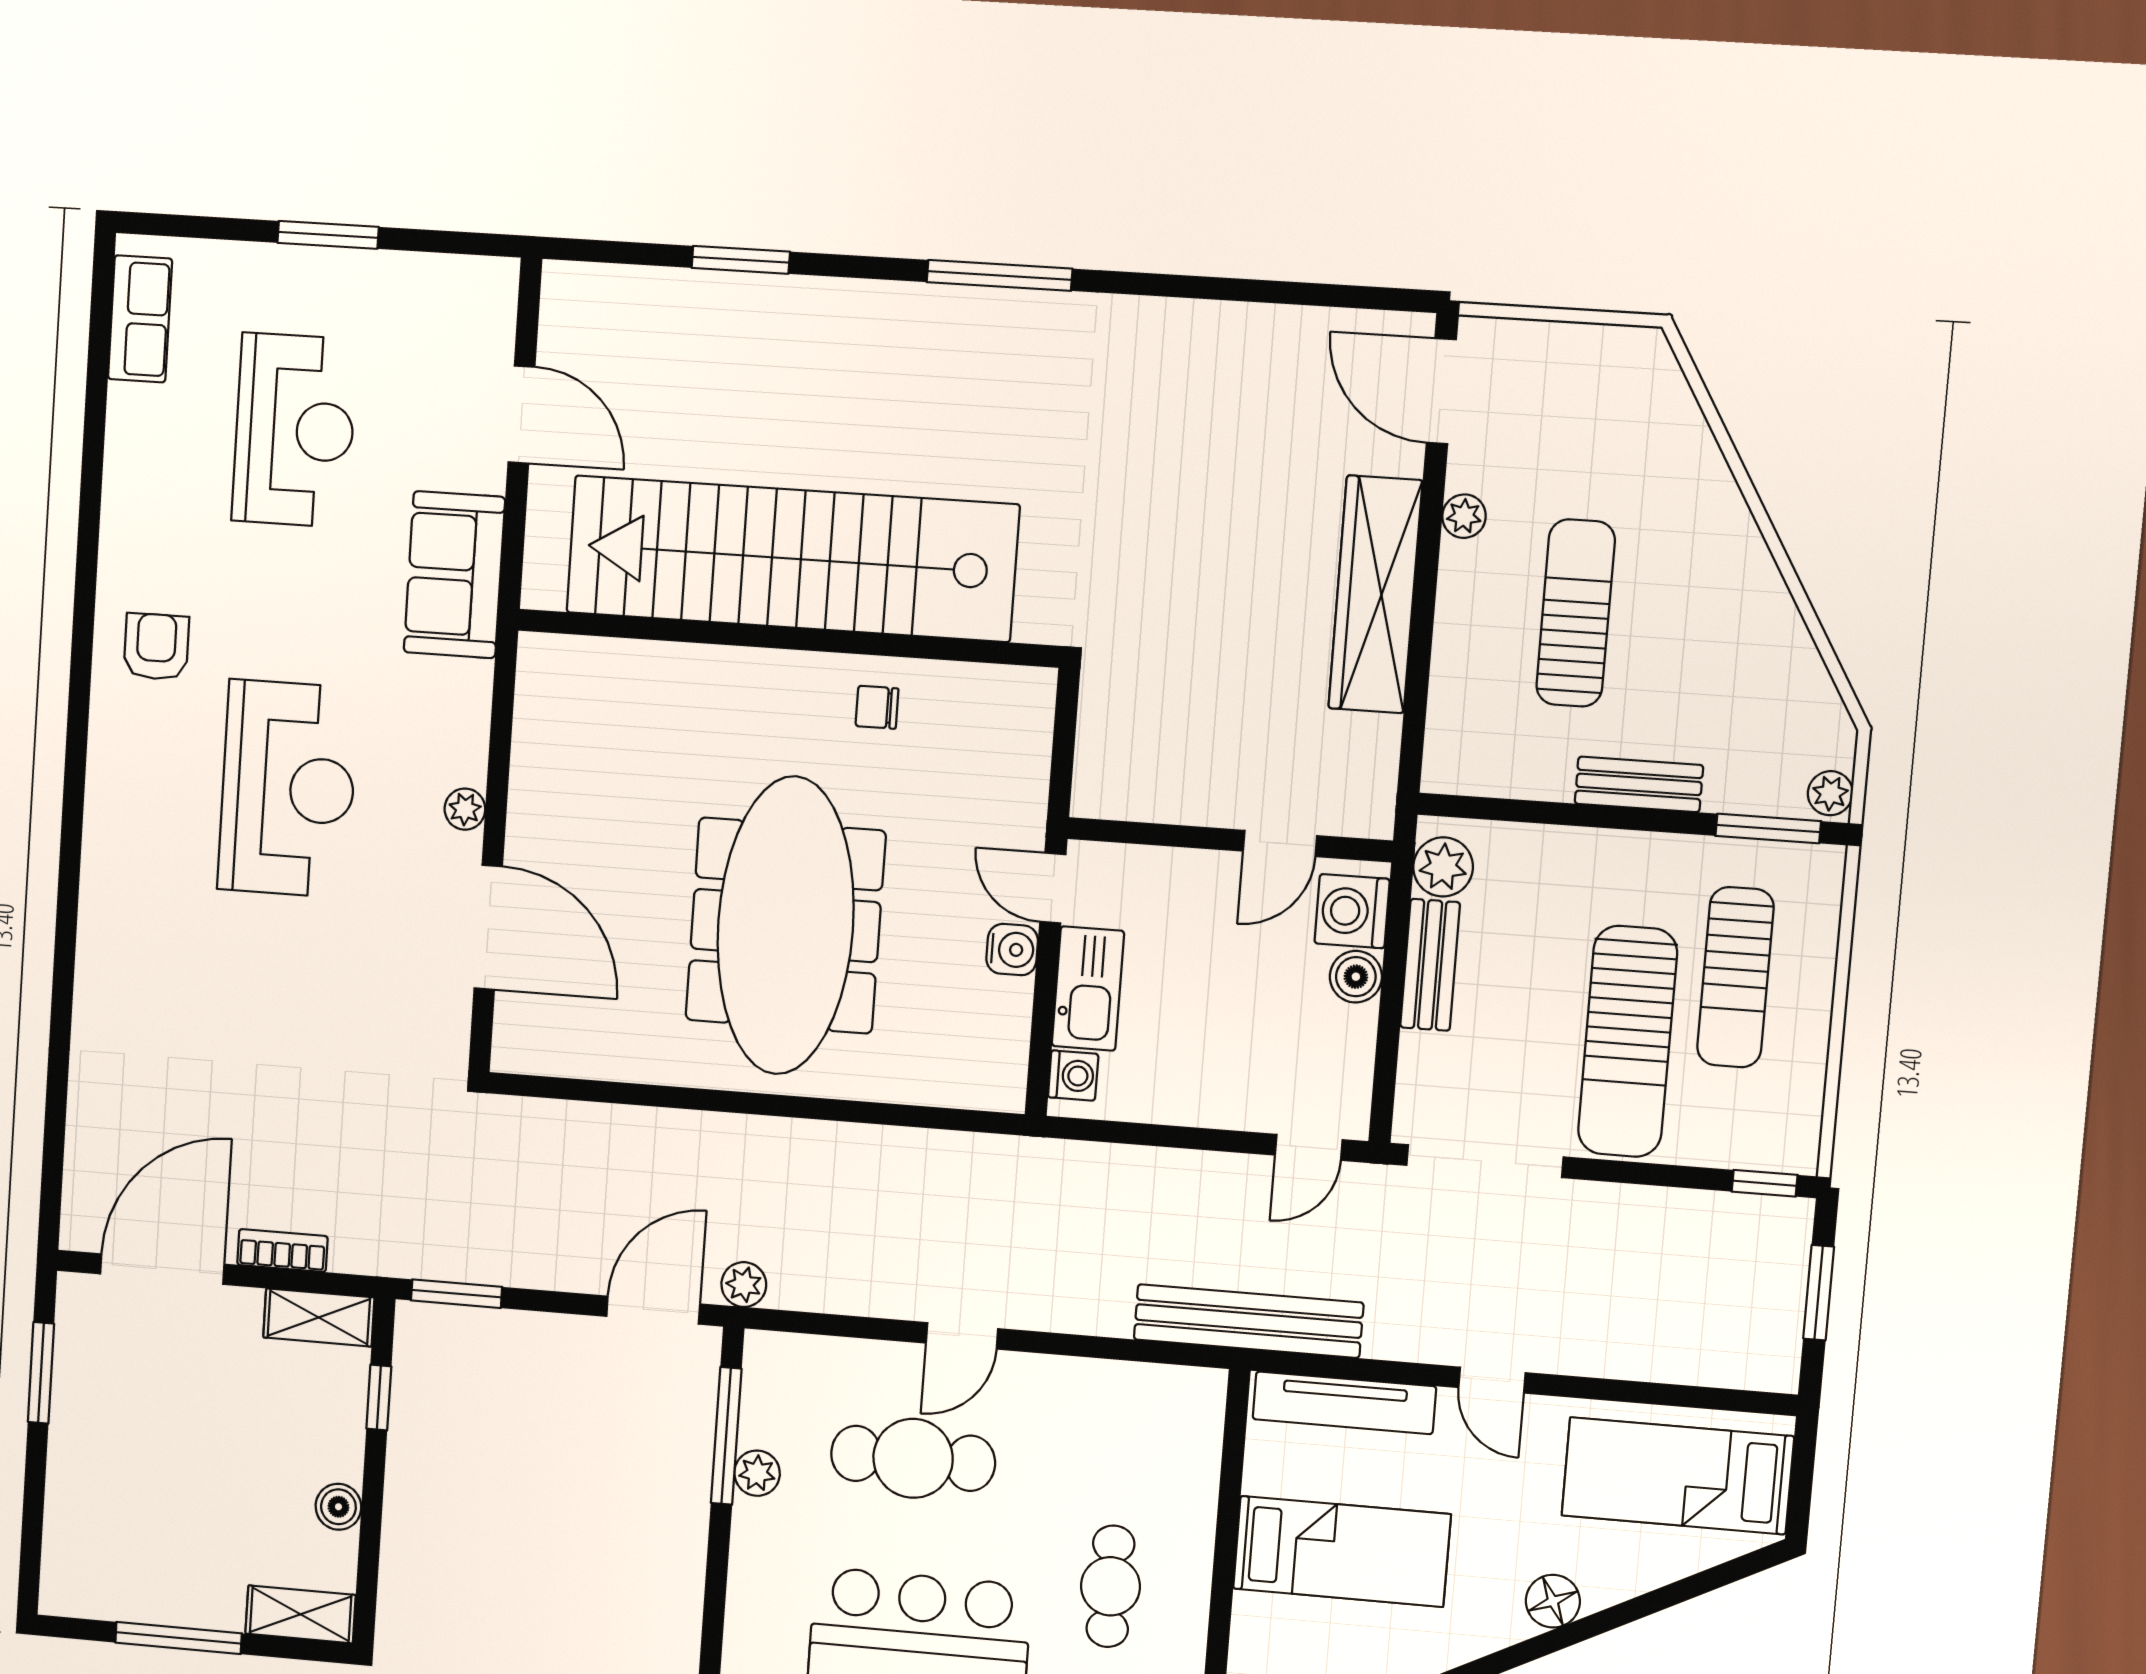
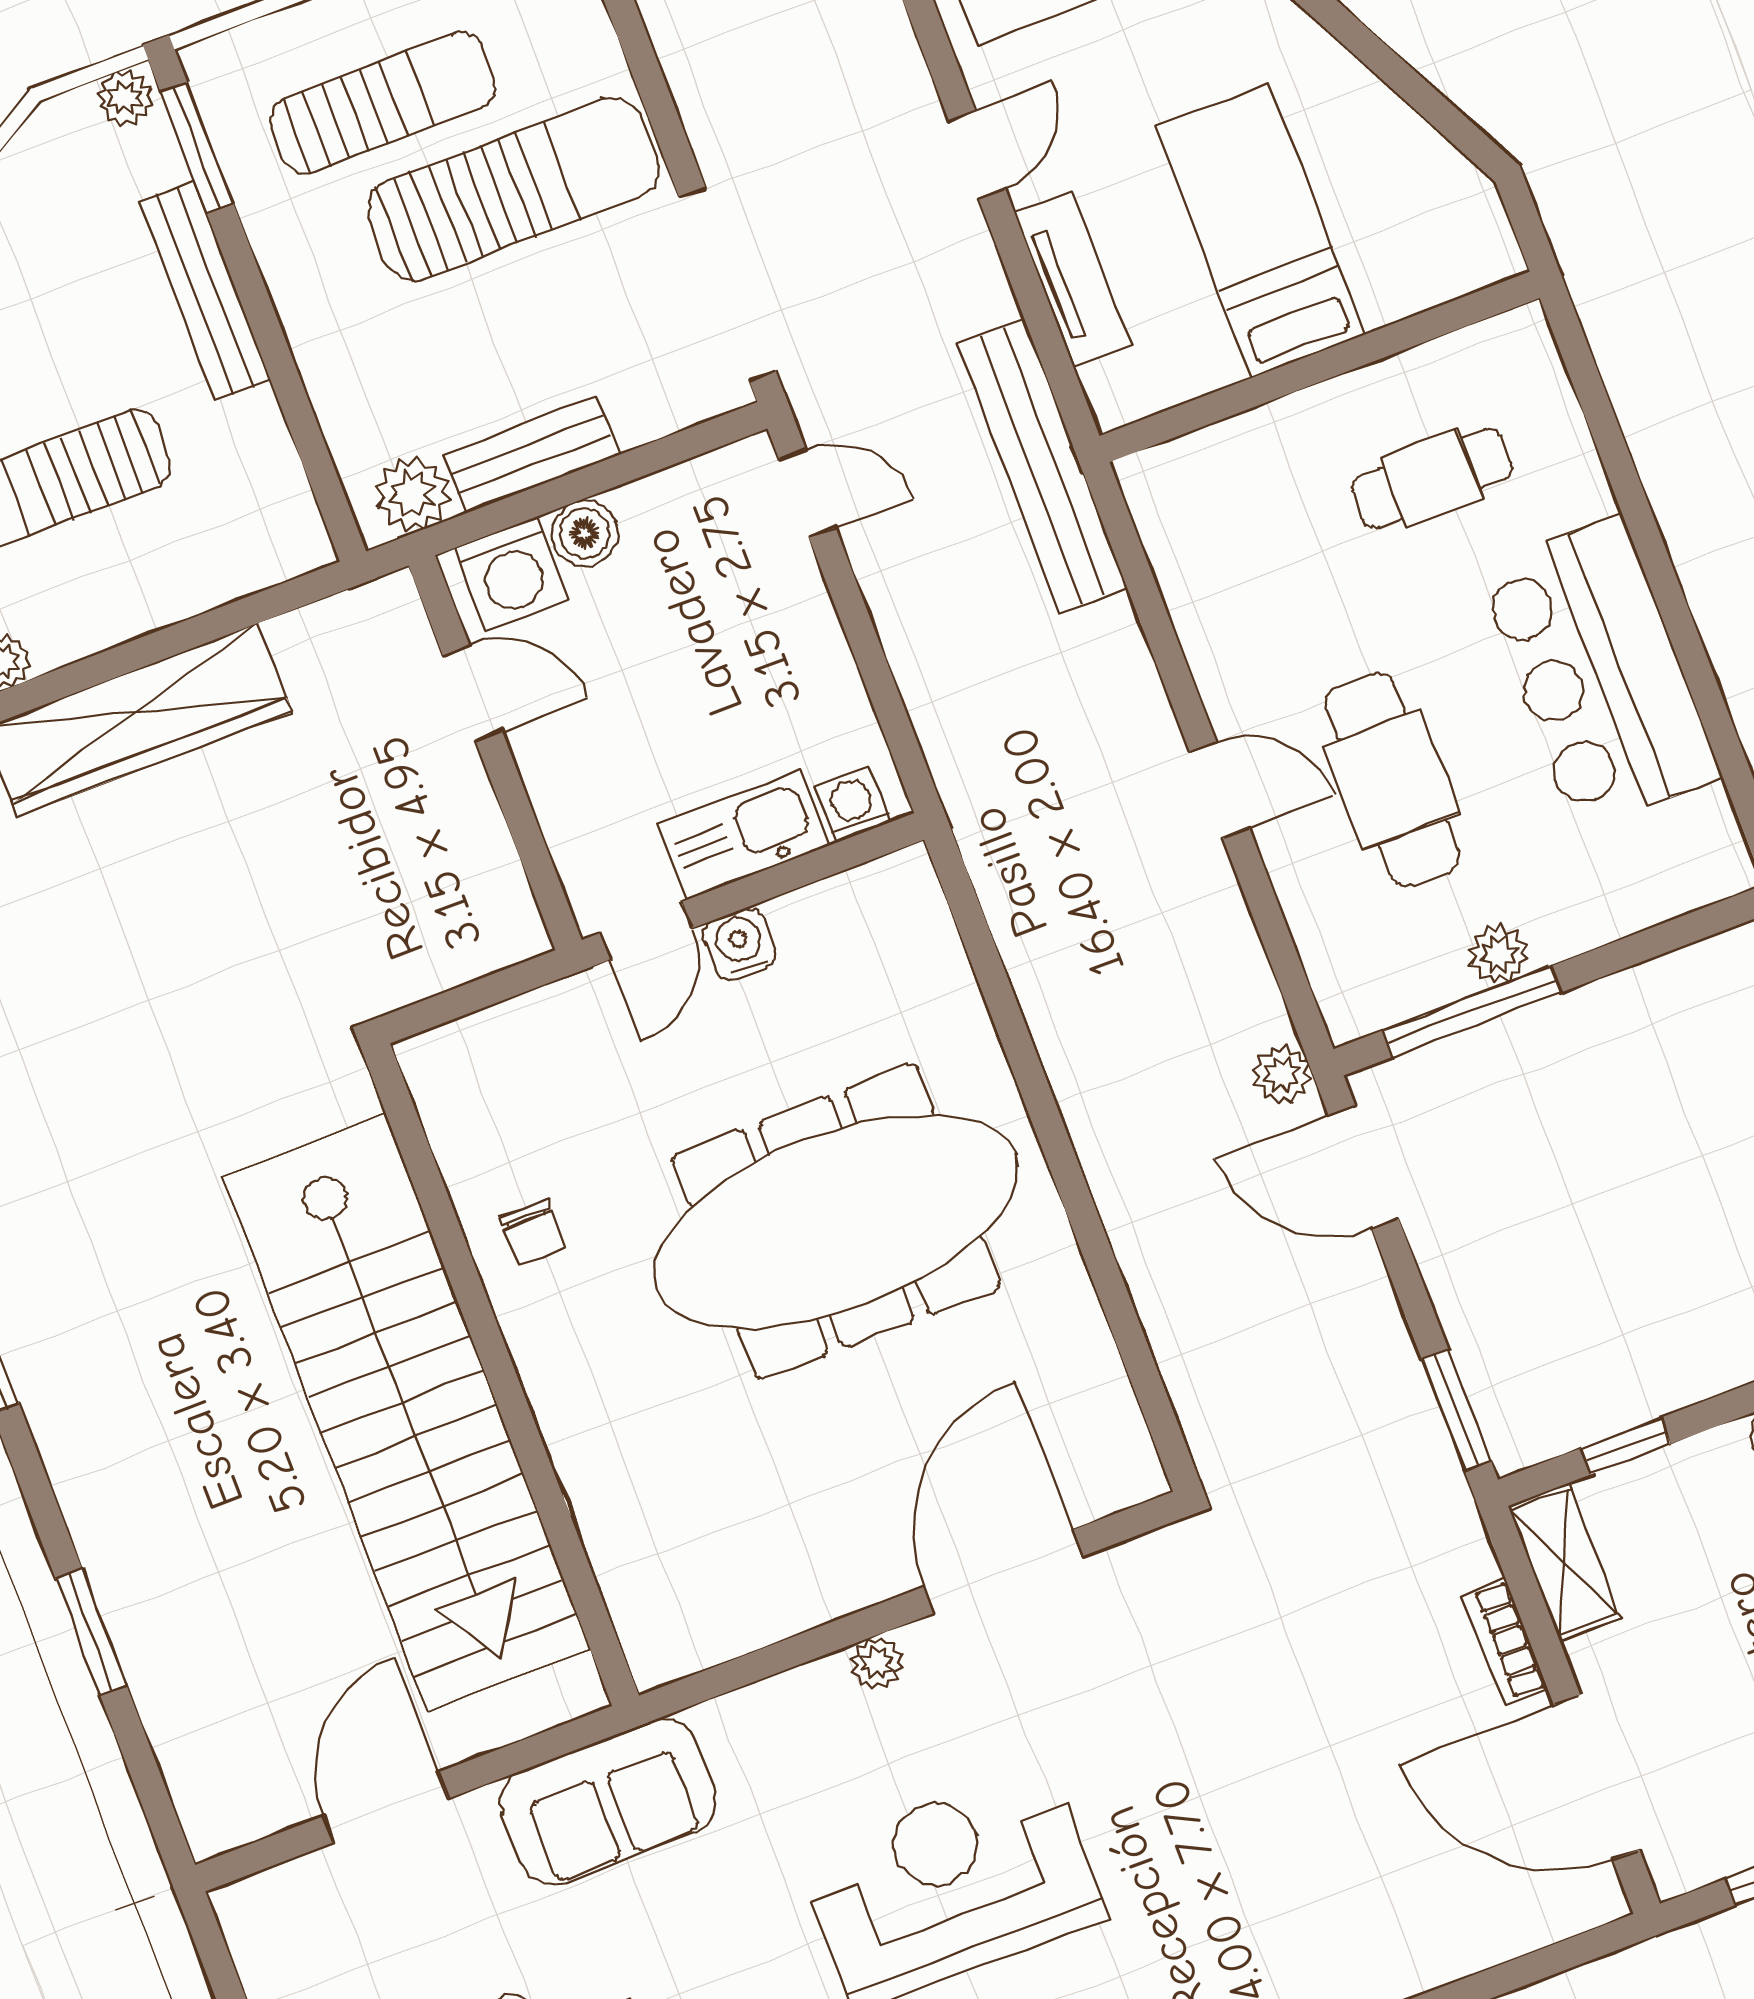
bench: (1639, 784) -> (205, 291), width x1.36
tv unit: (1344, 1403) -> (1073, 279), width x0.71

